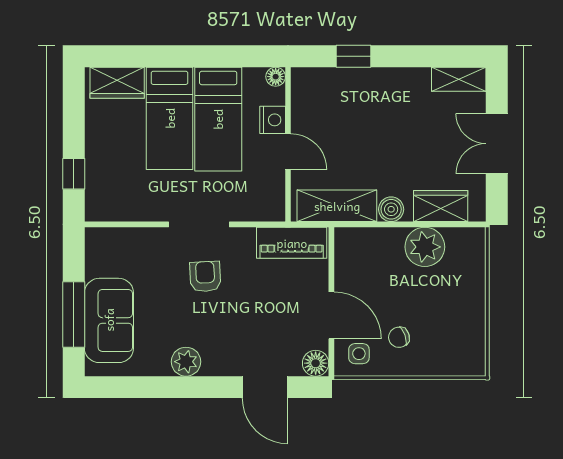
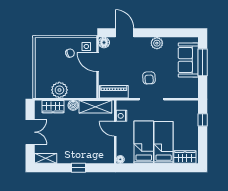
window: (353, 56) -> (78, 168), moved
nightstand: (273, 120) -> (122, 116), moved

